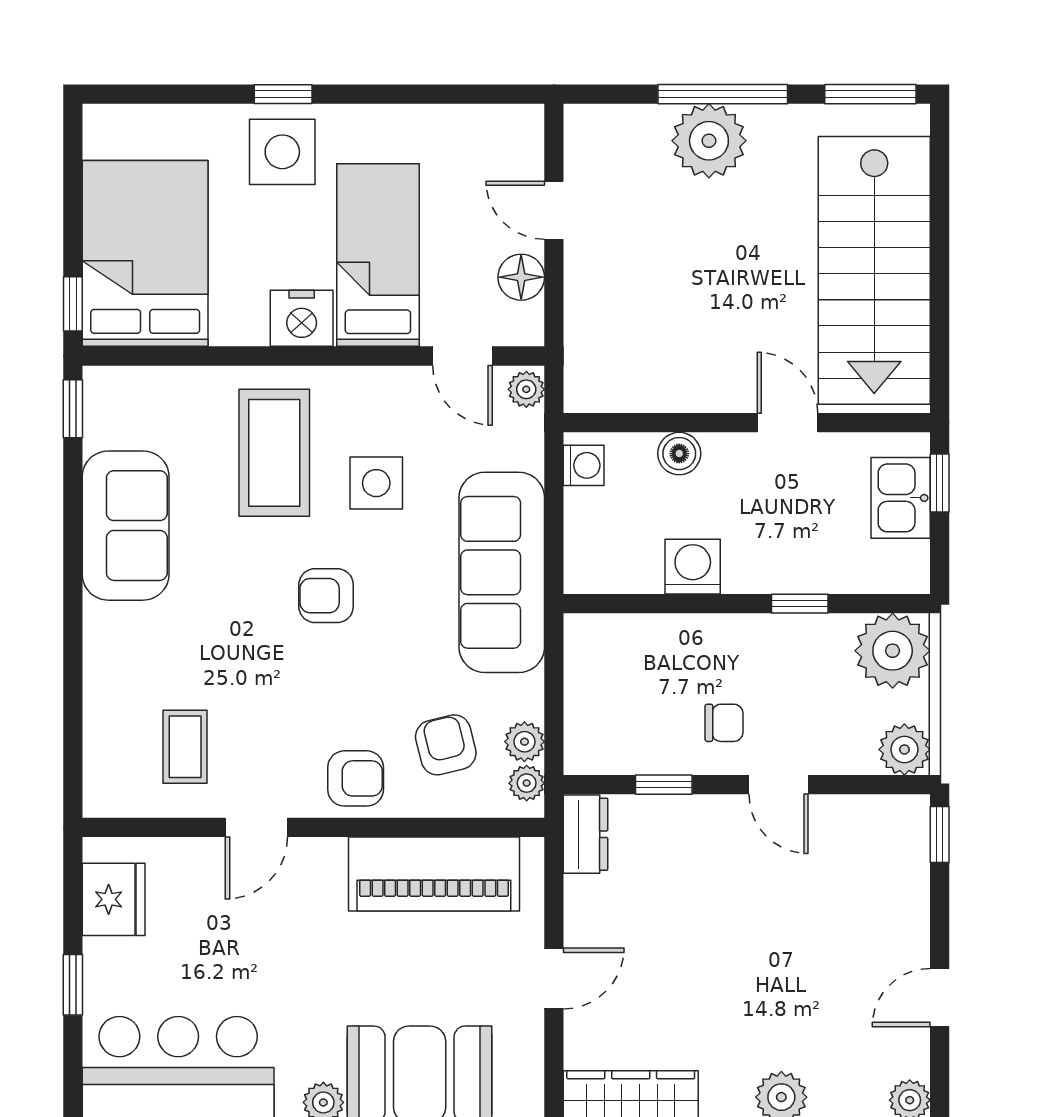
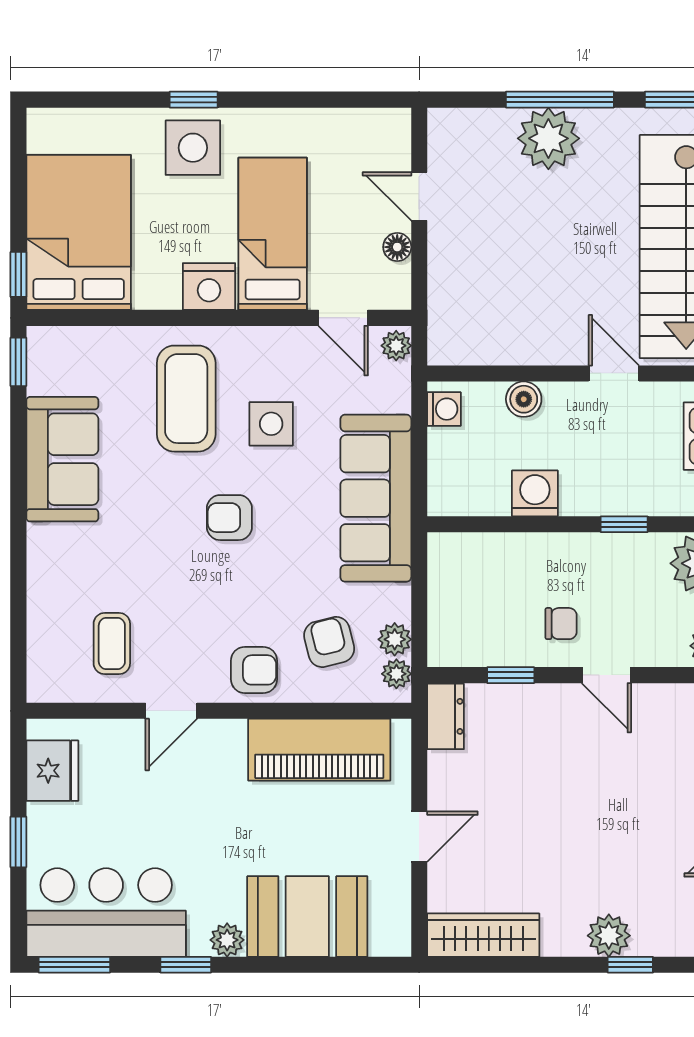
floor lamp: (521, 277) -> (397, 247), width x0.73, depth x0.73

